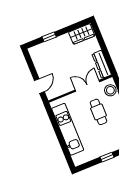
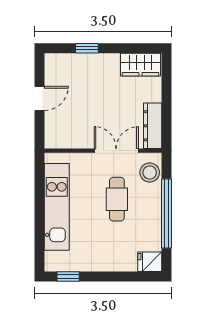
door: (39, 86) -> (40, 98), moved
window: (107, 157) -> (68, 277), moved

